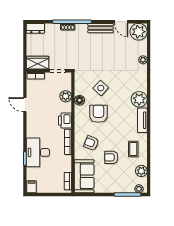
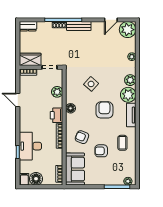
door: (121, 22) -> (111, 20), hinge flipped
bench: (100, 28) -> (79, 26), moved
floor lamp: (79, 100) -> (71, 108), moved
armchair: (98, 114) -> (104, 110), moved
plant: (141, 171) -> (130, 80), moved
floor lamp: (44, 186) -> (36, 179), added

